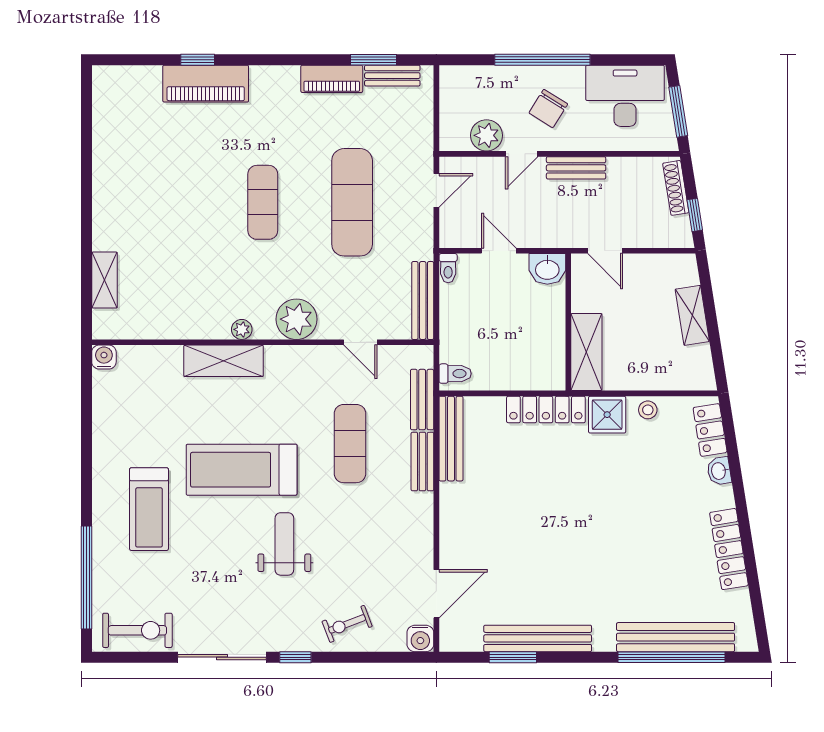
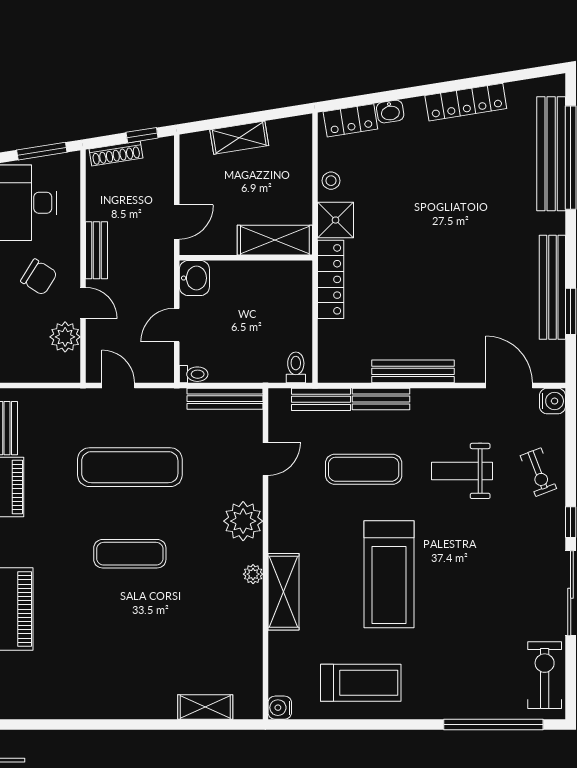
bench: (451, 439) -> (413, 371), moved
treadmill: (149, 509) -> (361, 683), moved
weight bench: (284, 544) -> (462, 471), moved

